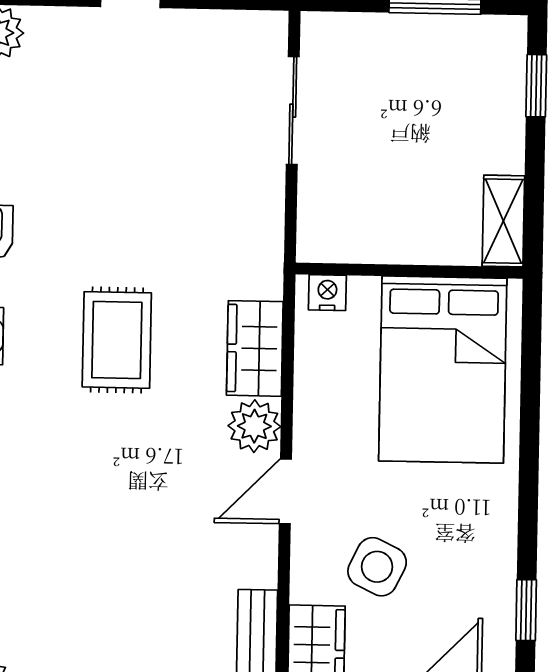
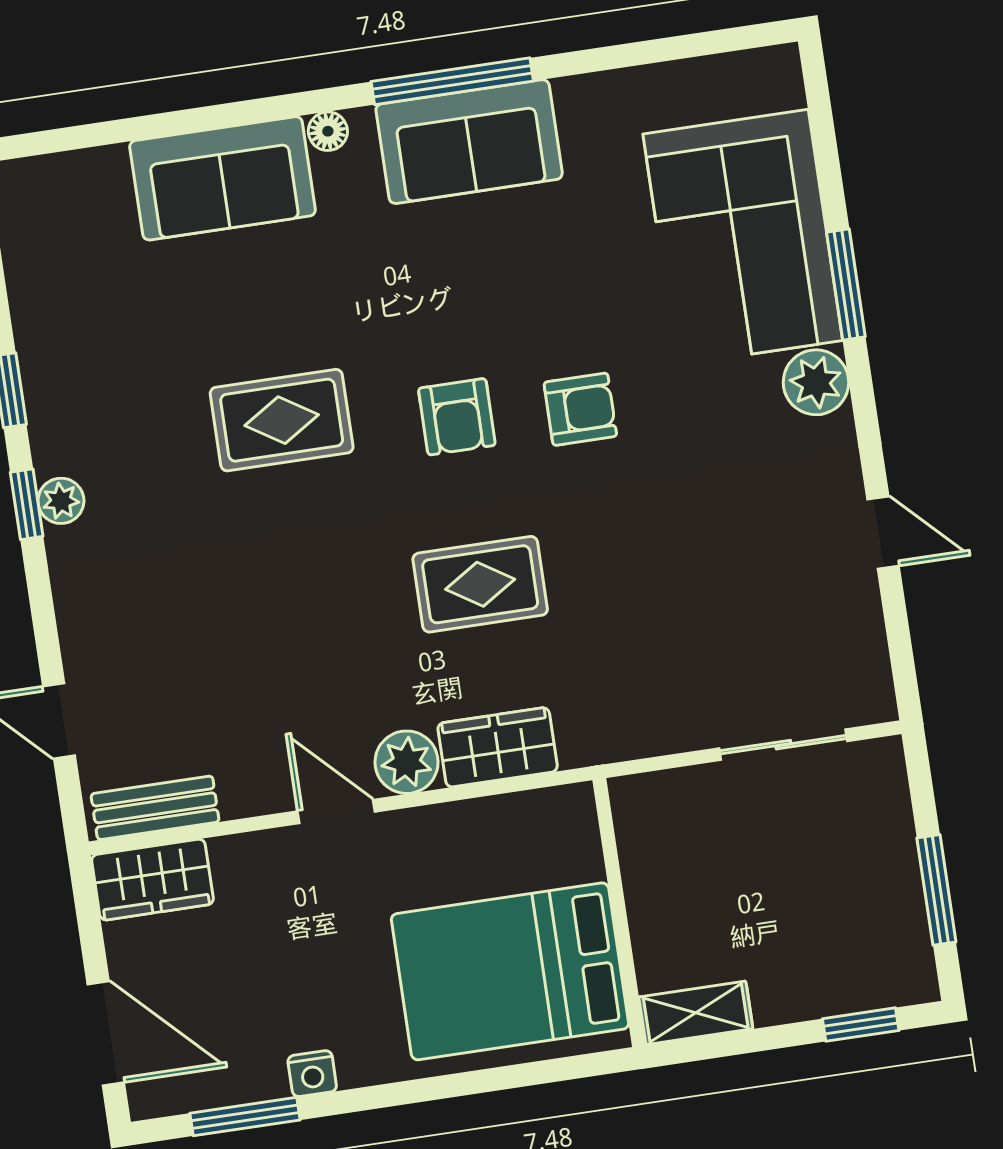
nightstand: (327, 293) -> (312, 1074), moved, turned 90
side table: (377, 567) -> (266, 934), removed
window: (526, 610) -> (245, 1117), width x1.50

